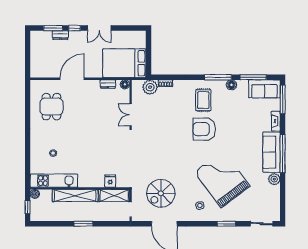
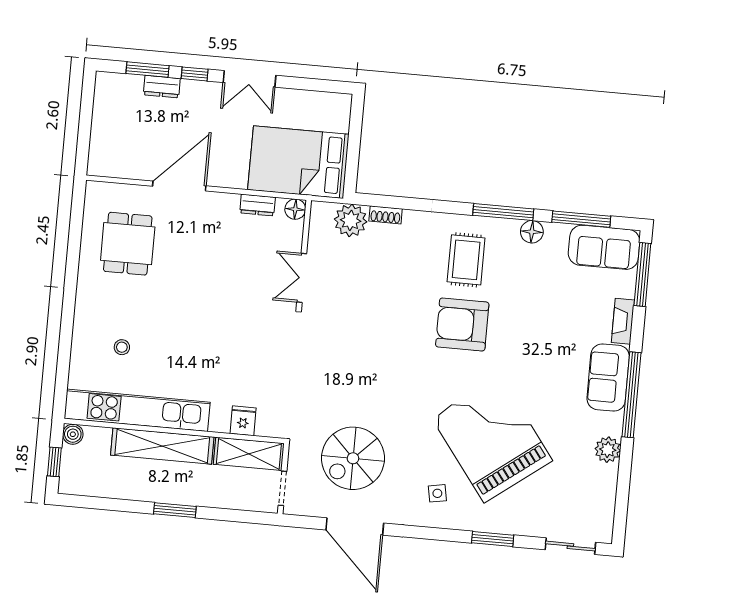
sofa: (271, 152) -> (608, 378), width x0.73
kitchen unit: (54, 181) -> (137, 410), width x1.36

